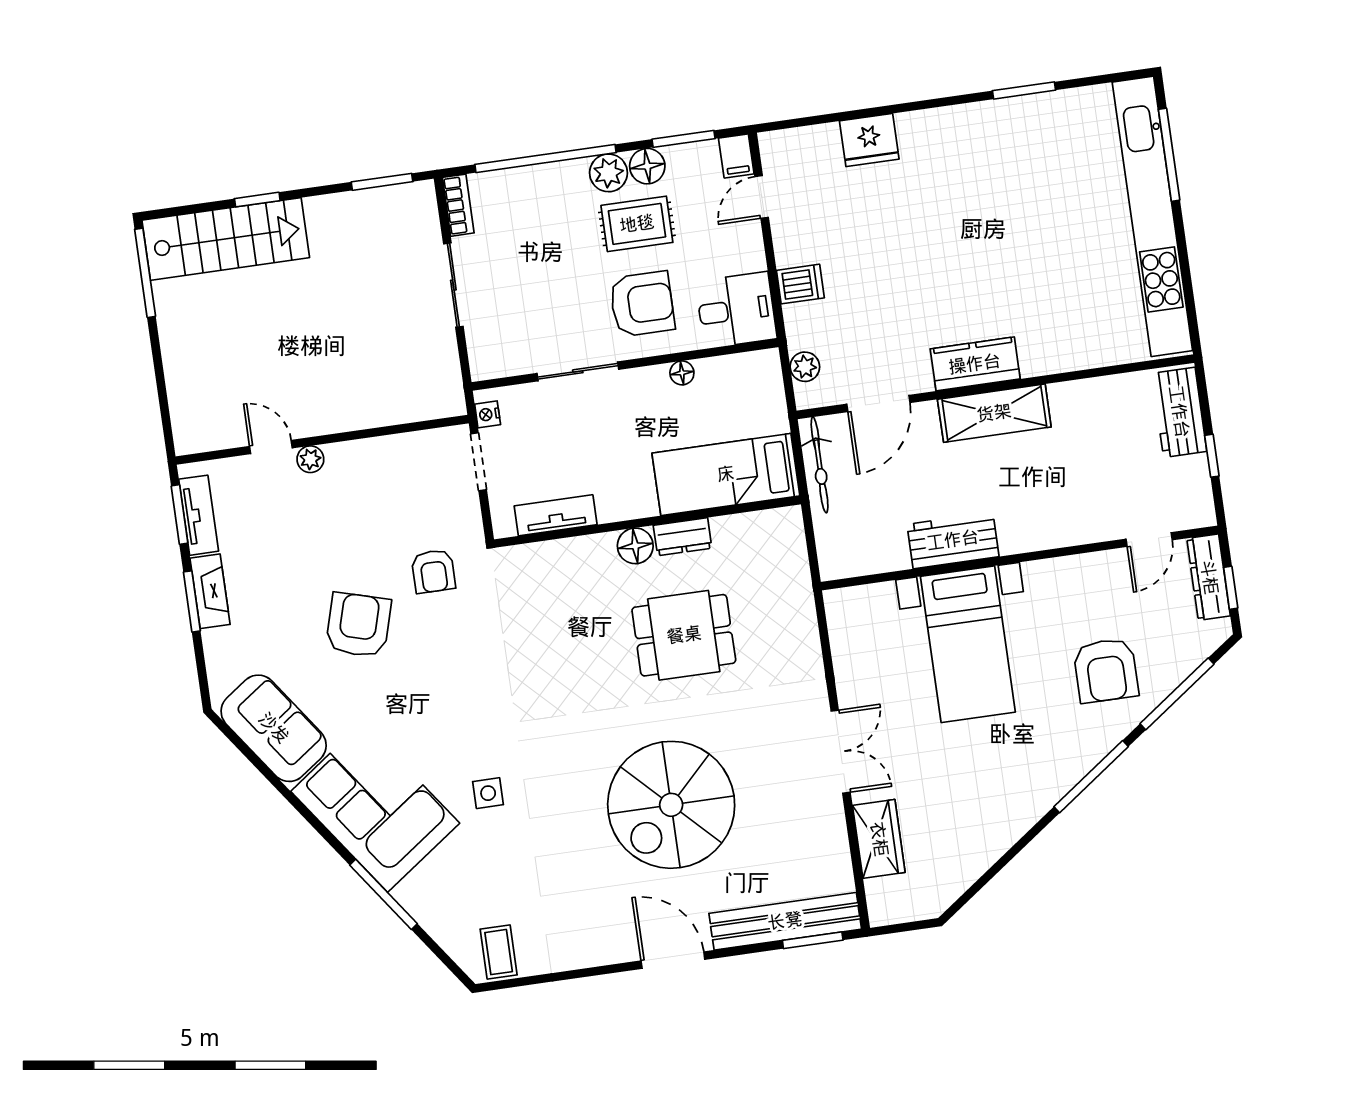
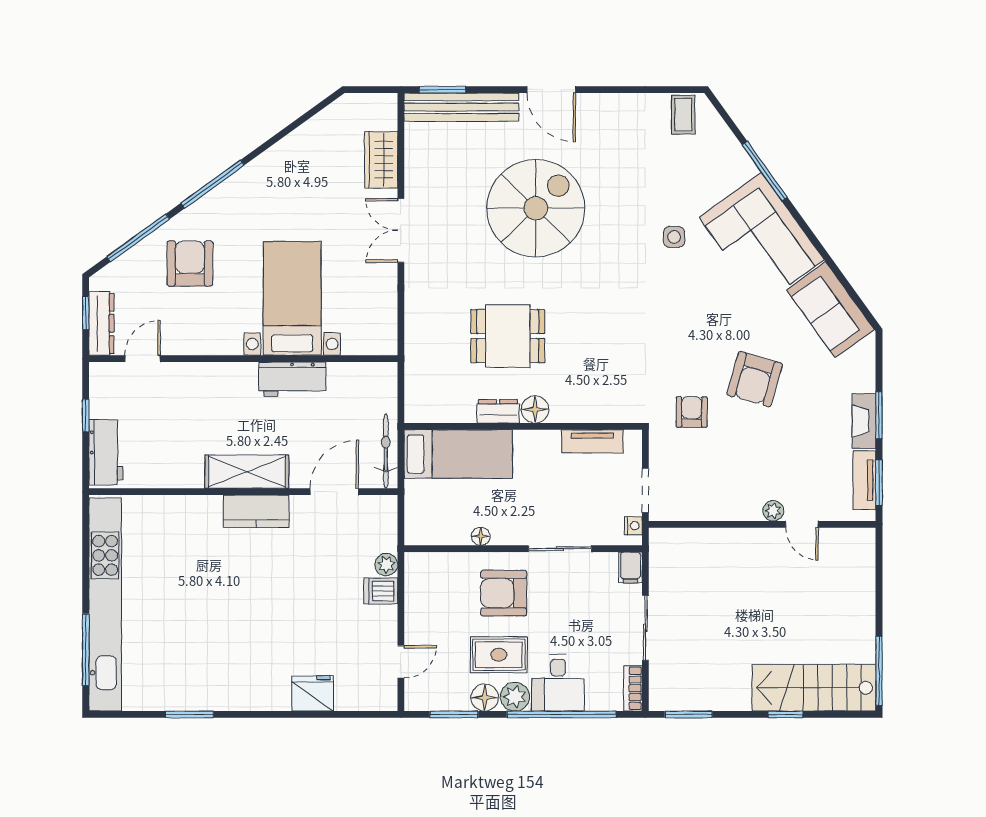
filing cabinet: (736, 156) -> (630, 568), moved, turned 180
desk: (736, 310) -> (558, 683), moved, turned -90
plant: (805, 367) -> (386, 565), moved

